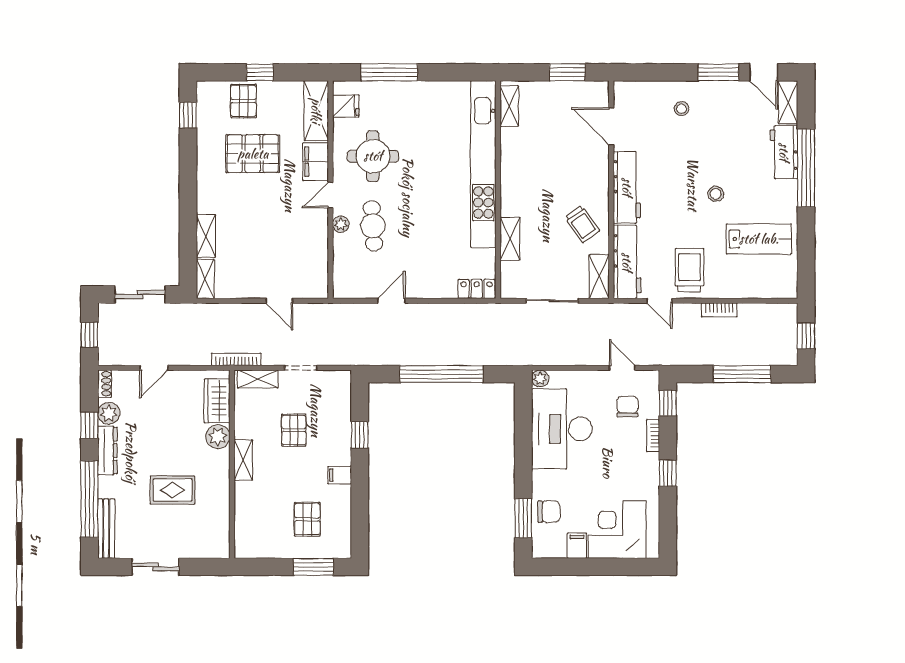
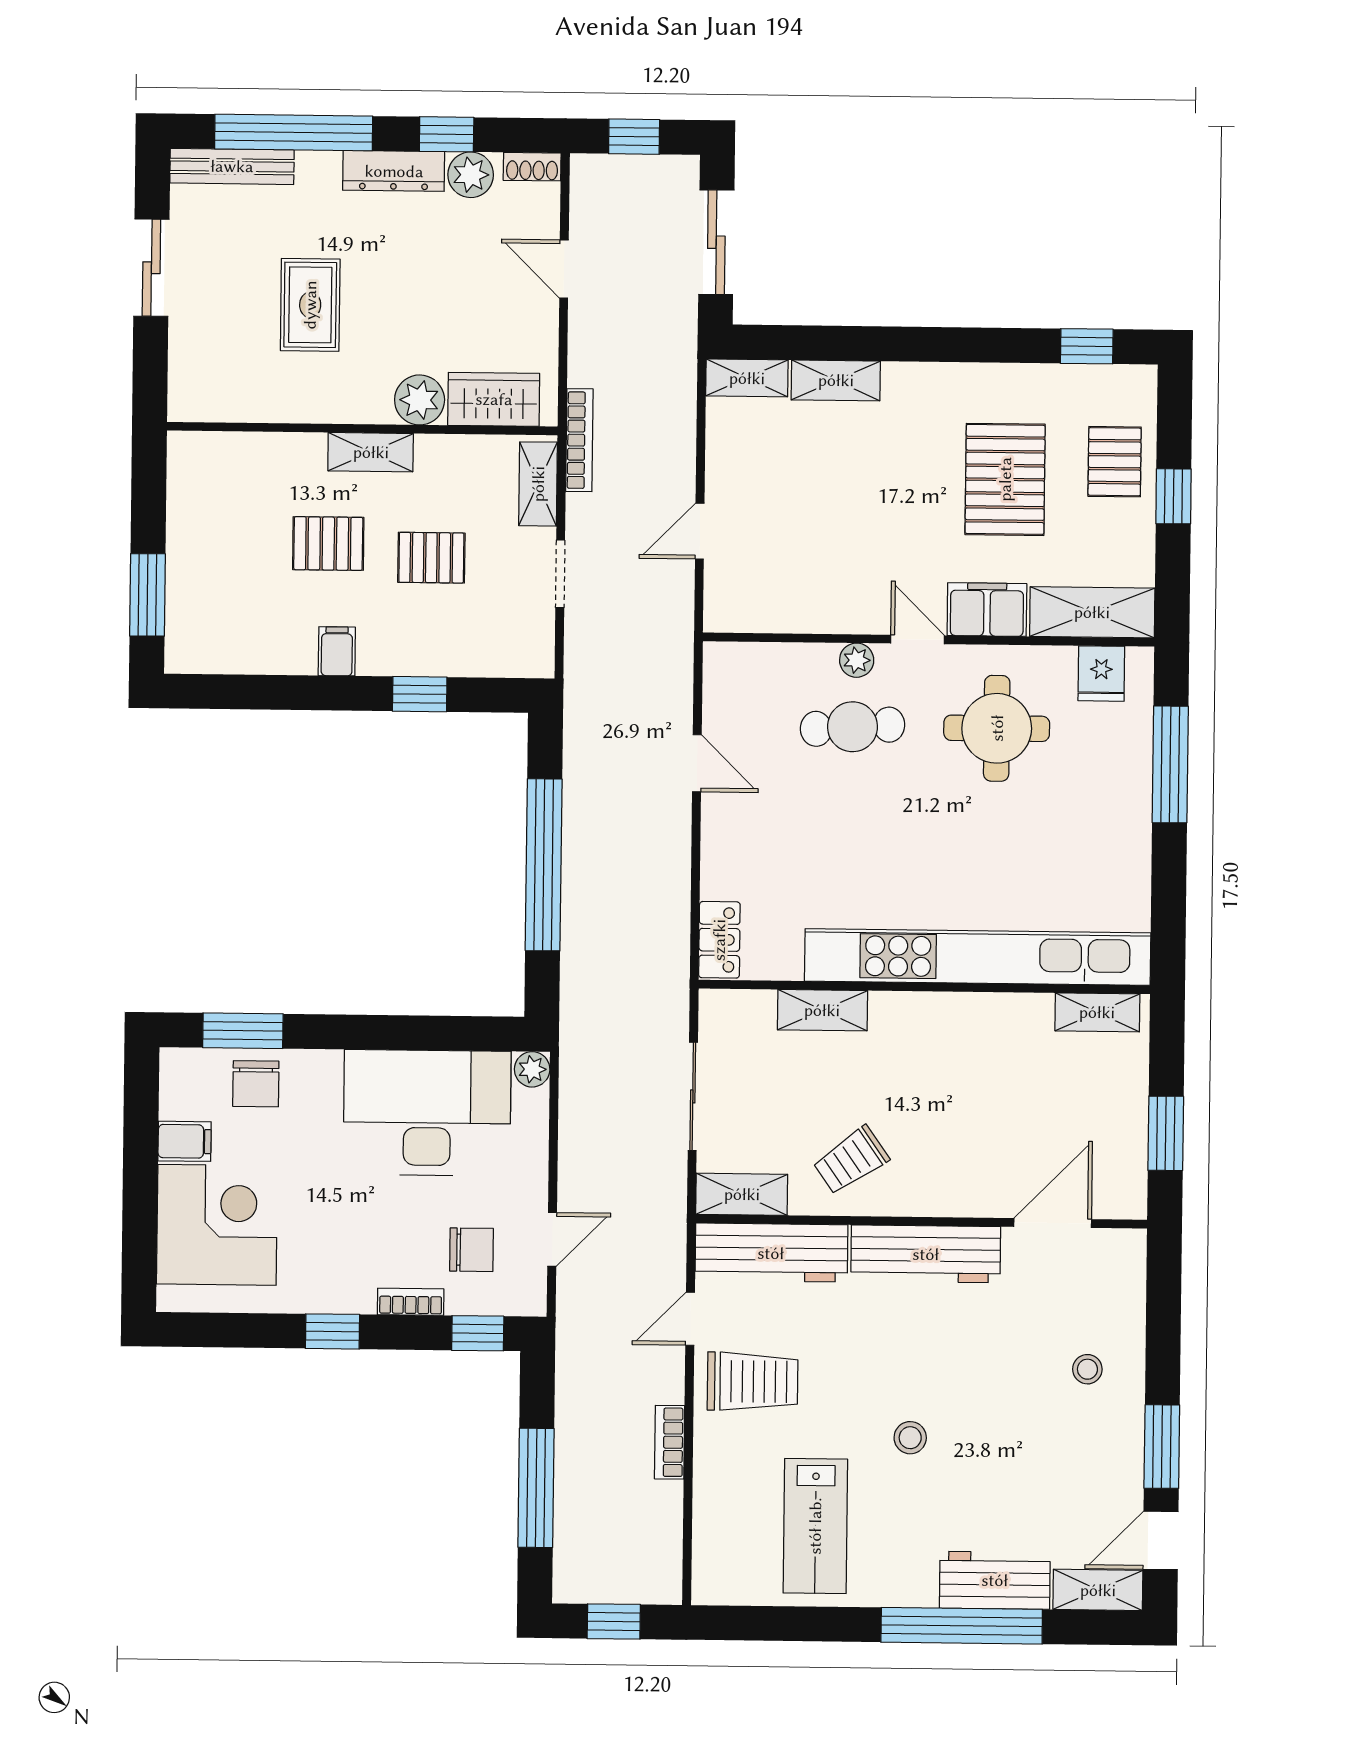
pallet: (243, 101) -> (1115, 462), turned 90
pallet: (307, 519) -> (328, 544), moved

